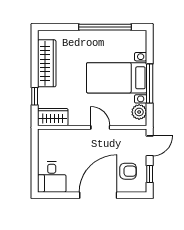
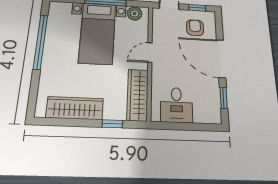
wardrobe: (53, 117) -> (138, 95), width x1.50
desk: (52, 177) -> (176, 105), moved, turned 90
window: (61, 195) -> (224, 98), added

